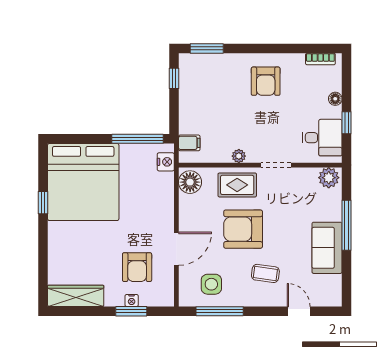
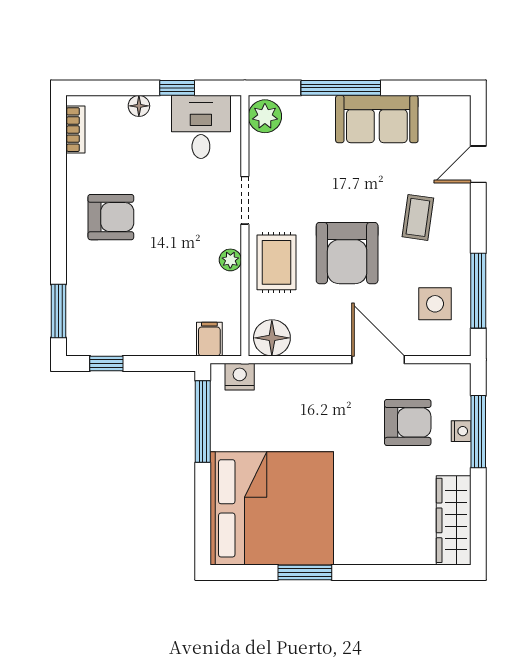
window: (43, 203) -> (305, 572), width x1.50
window: (131, 311) -> (478, 432), width x1.44

